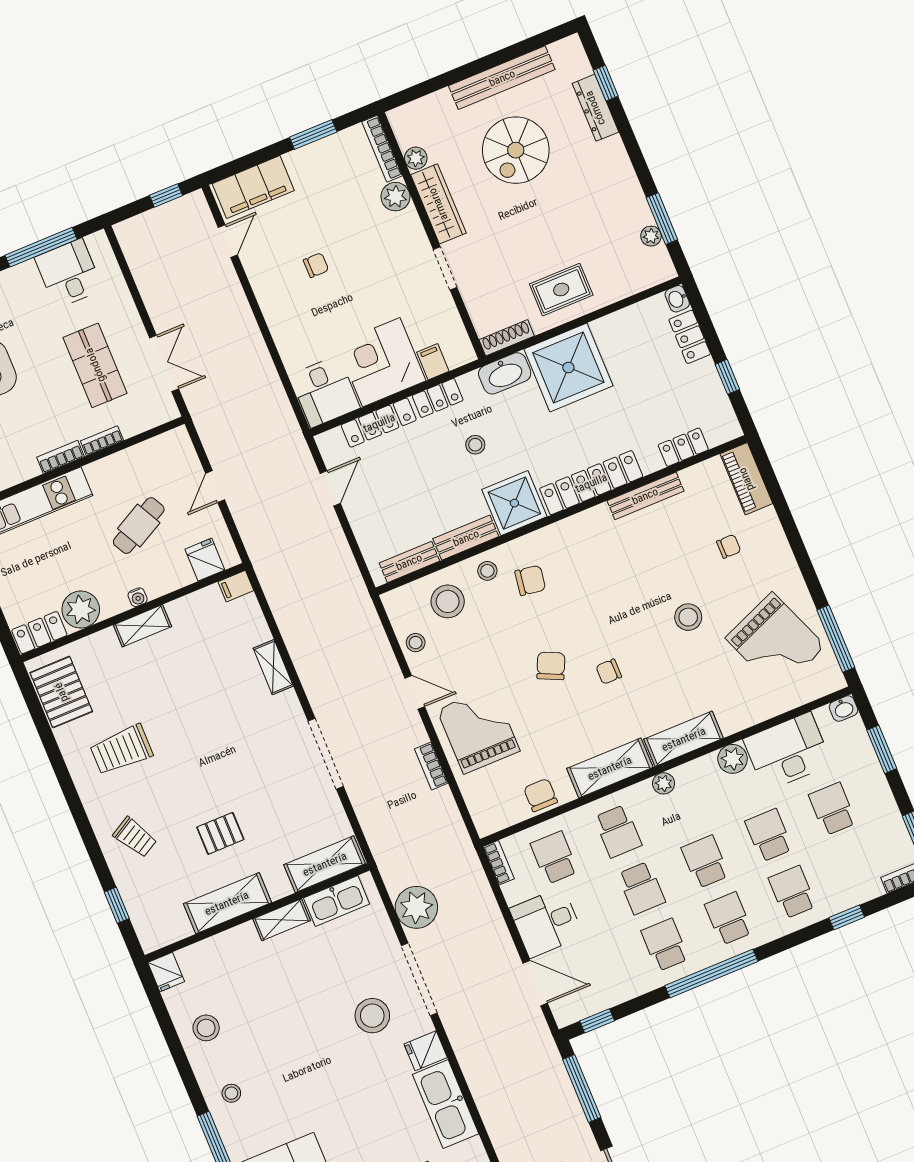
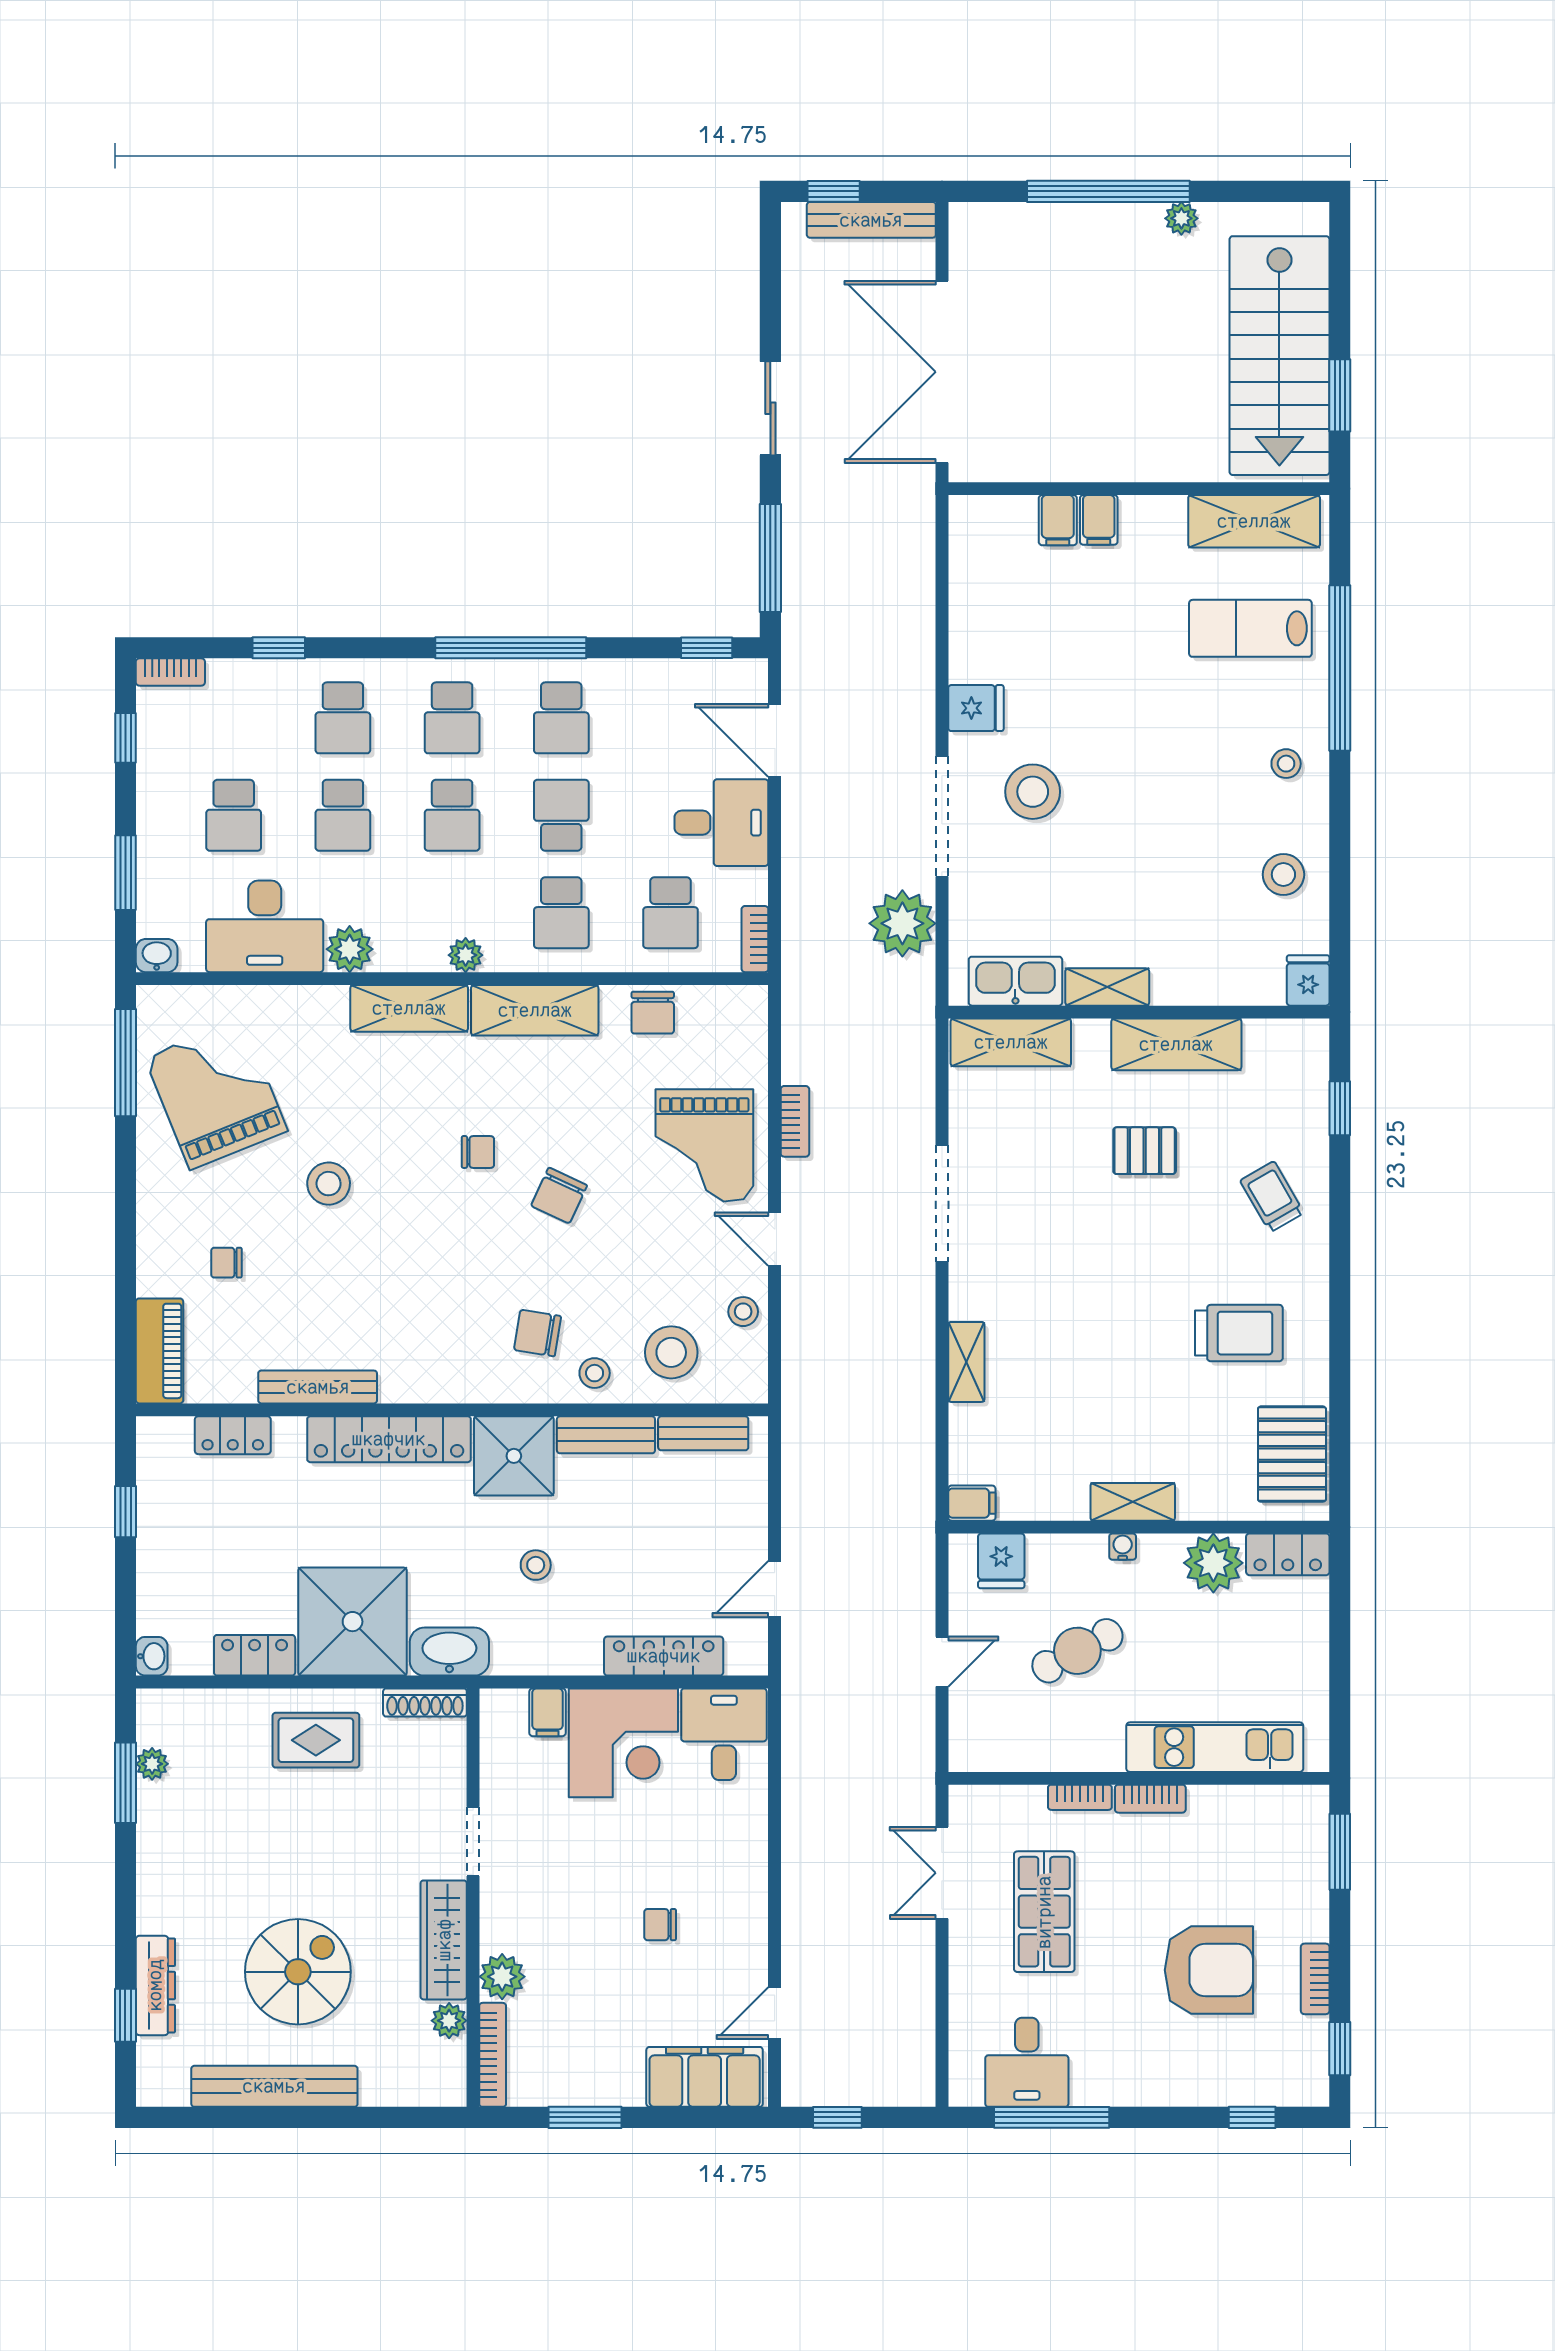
locker: (690, 337) -> (255, 1655), moved, turned -90
locker: (438, 398) -> (563, 1656), removed
school desk: (618, 831) -> (561, 913), turned 180
kitchen sink: (446, 1104) -> (979, 618), removed

